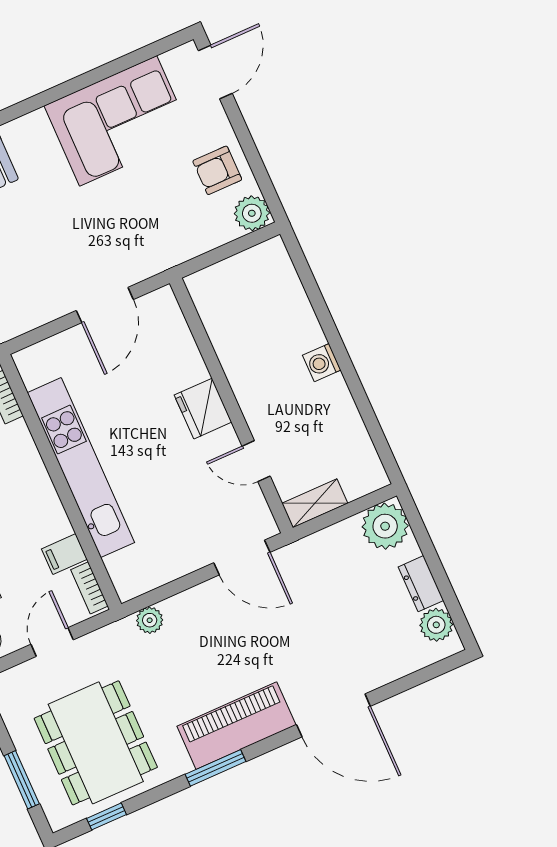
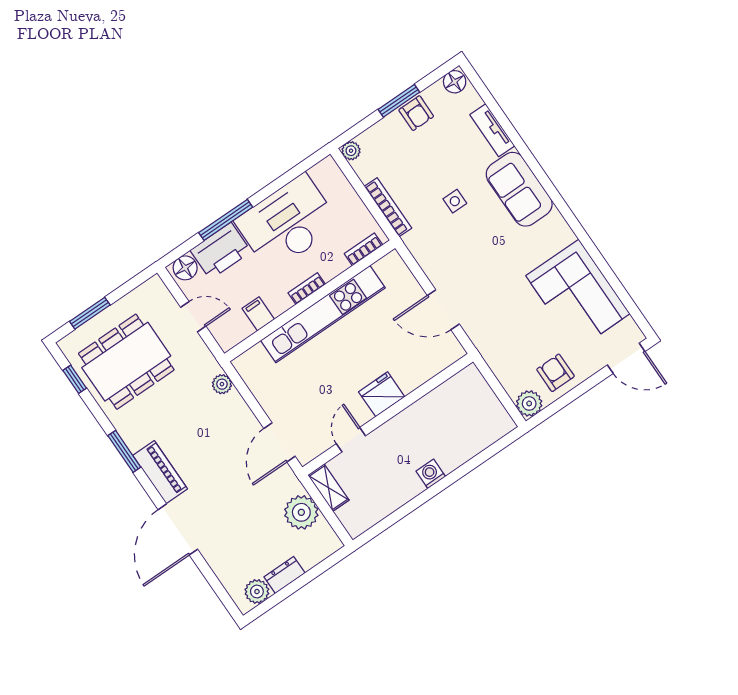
plant: (385, 526) -> (301, 512), moved
bookcase: (89, 588) -> (307, 289), moved
piano: (236, 726) -> (160, 472), width x0.73, depth x0.75

